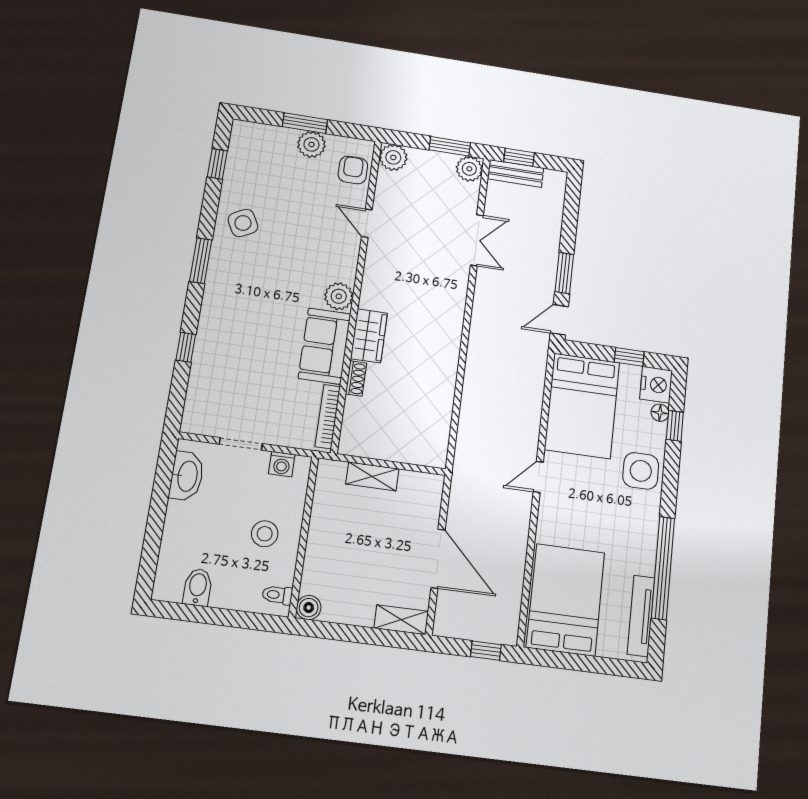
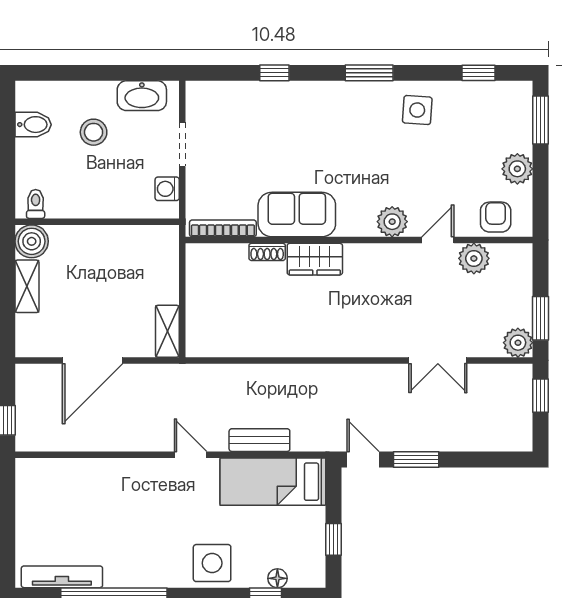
window: (305, 123) -> (540, 120), moved
plant: (393, 157) -> (474, 258), moved
armchair: (353, 170) -> (496, 217), turned -90
bench: (515, 173) -> (259, 440), moved, turned 90
side table: (243, 223) -> (417, 110), turned 32
plant: (339, 296) -> (392, 222), moved
nightstand: (656, 385) -> (307, 571), removed
bed: (582, 406) -> (273, 482), width x0.67
shelving: (372, 476) -> (167, 331), moved
stool: (265, 534) -> (94, 132), moved
bed: (566, 600) -> (68, 497), removed
boiler: (309, 608) -> (32, 241), width x1.36, depth x1.36
shelving: (401, 620) -> (27, 286), moved

